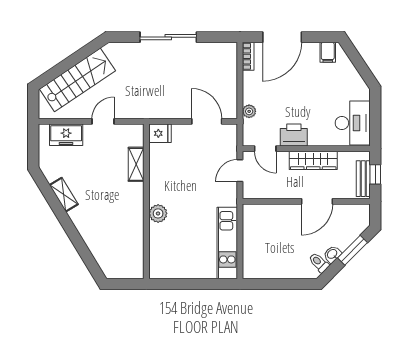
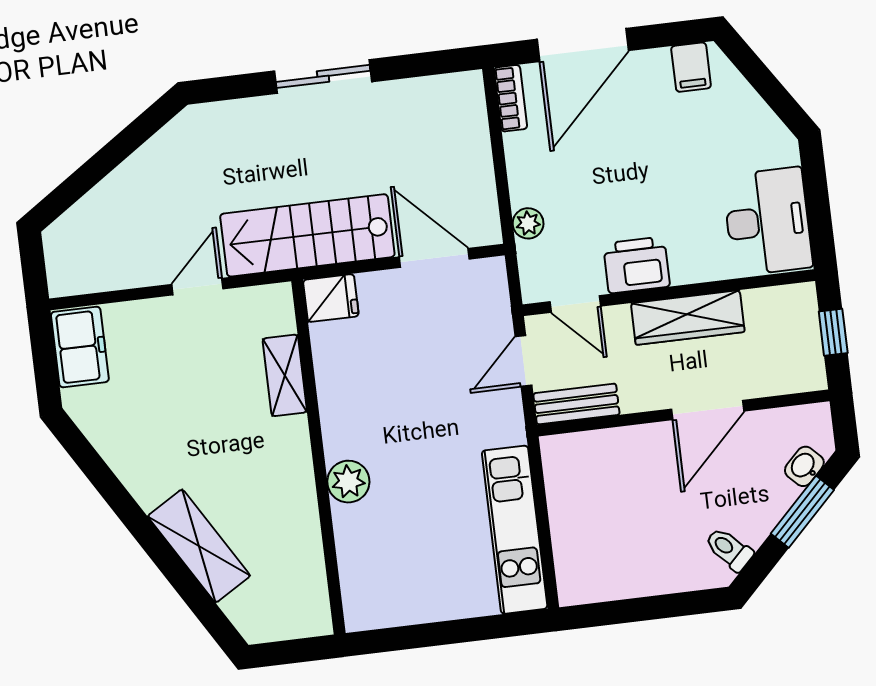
sliding door: (168, 37) -> (323, 76), width x0.73
stairs: (77, 80) -> (307, 235), moved, turned -146
freezer: (66, 135) -> (80, 347), moved, turned -90
bench: (363, 179) -> (576, 404), moved, turned 90
shelving: (64, 195) -> (199, 546), moved, width x1.50, depth x1.33
washbasin: (332, 254) -> (804, 466), moved

